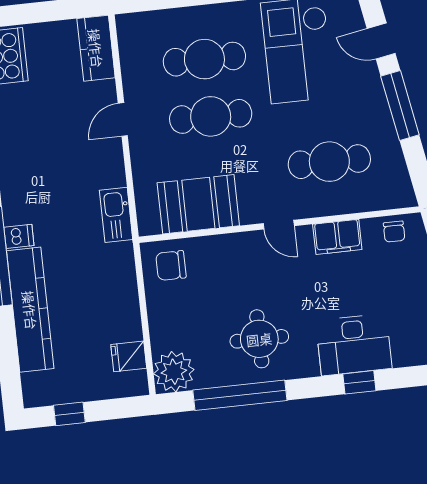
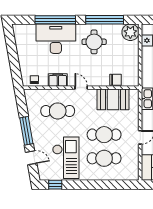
chair: (171, 266) -> (115, 80), moved
desk: (354, 345) -> (56, 39), width x1.36, depth x1.30
window: (359, 382) -> (55, 20), width x3.17

